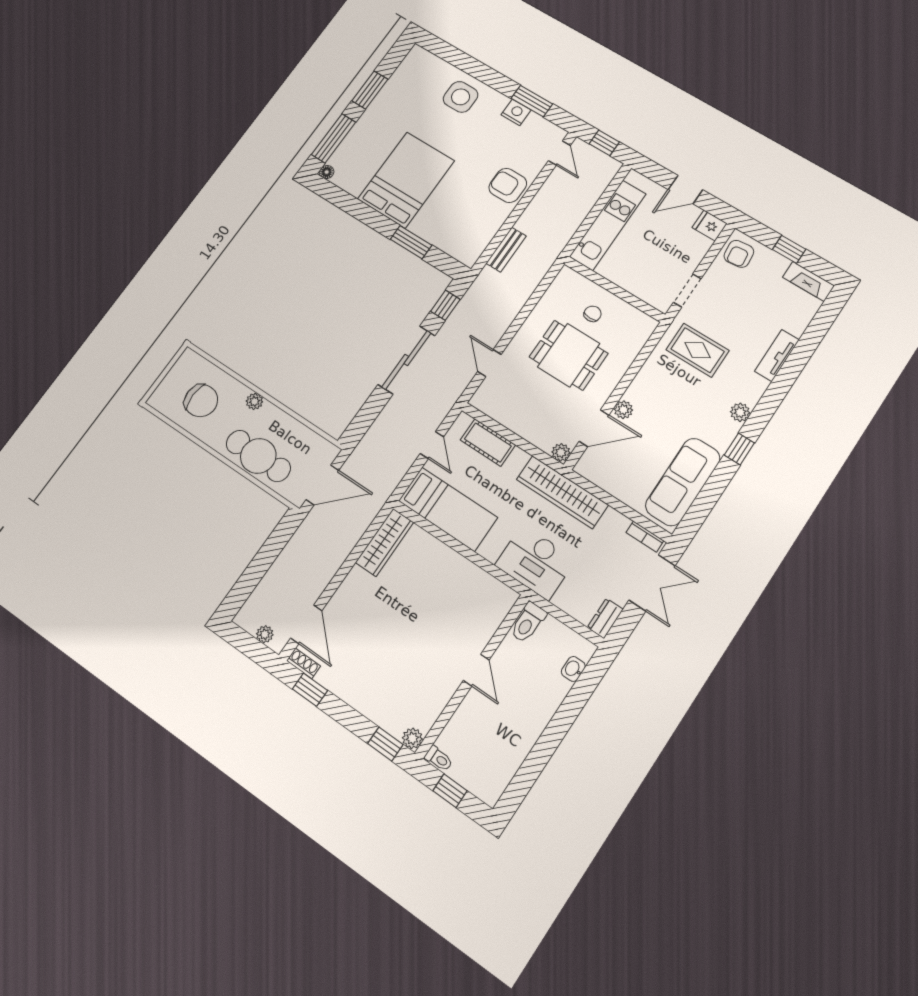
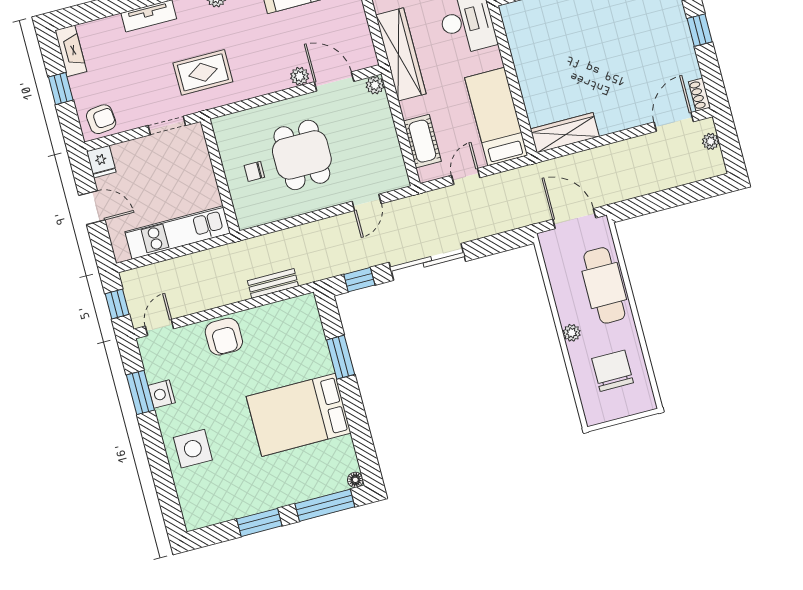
rug: (698, 350) -> (203, 72), turned 90
window: (310, 690) -> (700, 30), moved

